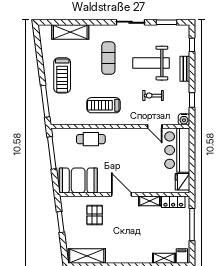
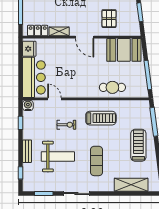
exercise bike: (153, 96) -> (66, 125), moved

